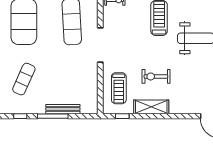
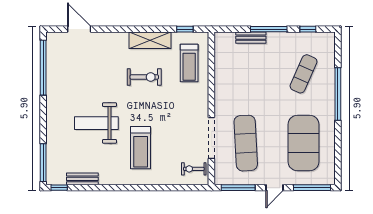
doorway: (100, 45) -> (211, 138), moved
treadmill: (119, 88) -> (189, 63), turned 180
bench: (63, 109) -> (251, 38), width x0.73

